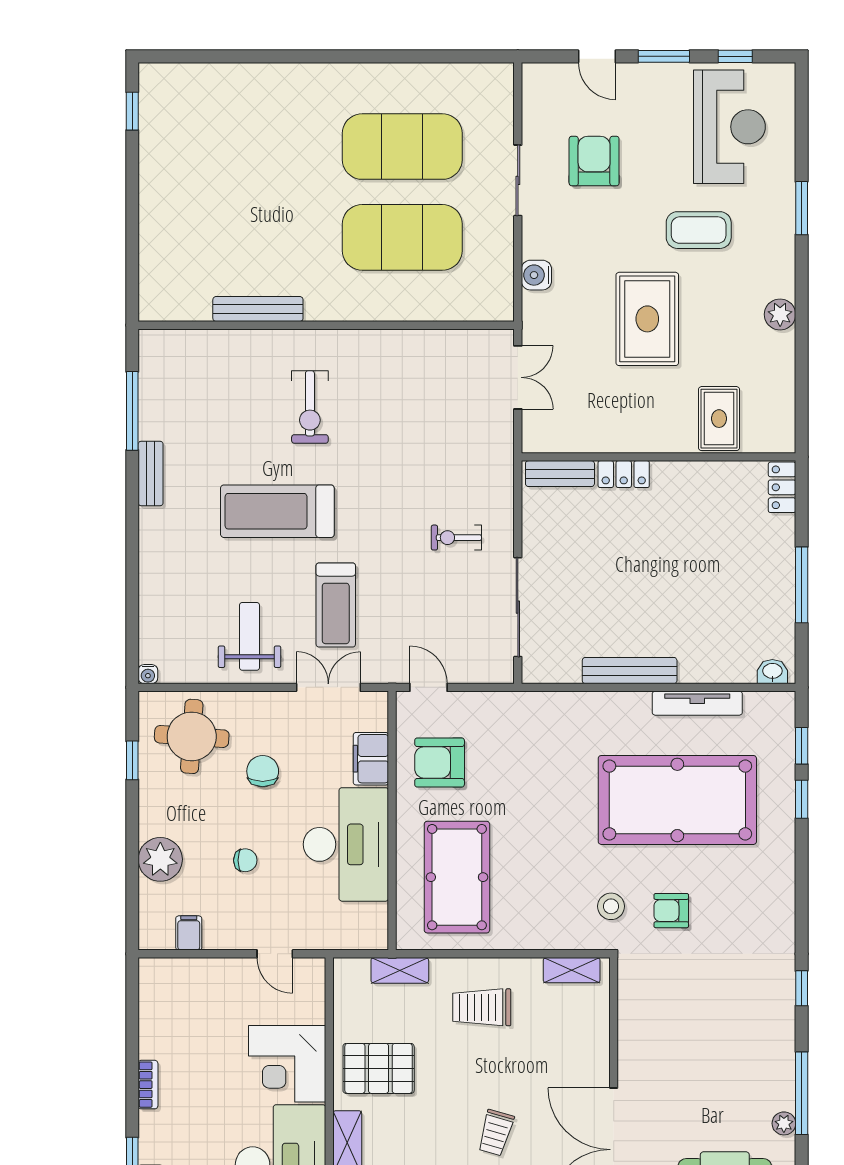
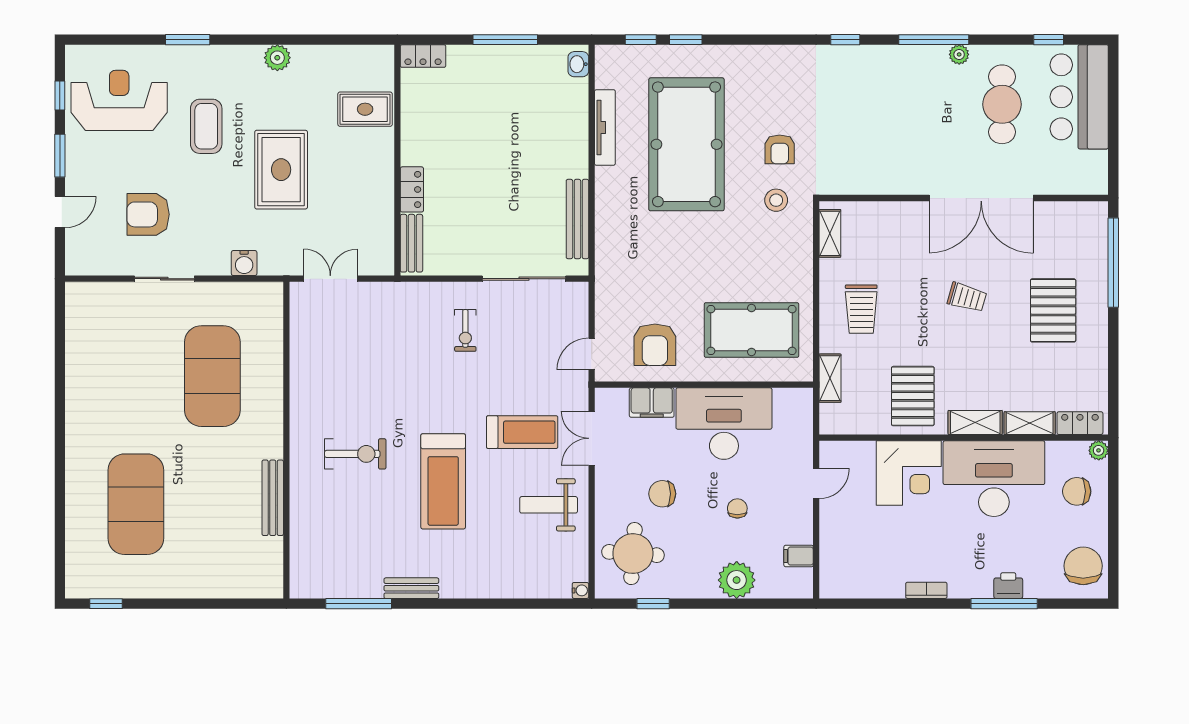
exercise mat: (402, 147) -> (136, 504), moved
rug: (647, 319) -> (281, 170), turned 90
bench: (630, 671) -> (577, 219), moved

